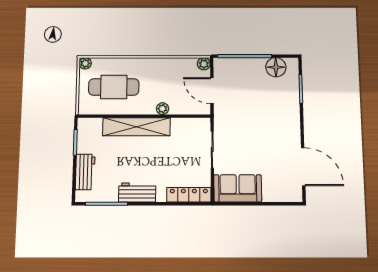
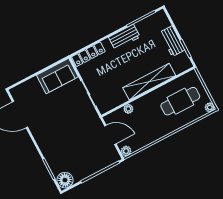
floor lamp: (276, 67) -> (65, 180), moved
plant: (163, 109) -> (128, 109), moved
workbench: (85, 172) -> (172, 41), moved

